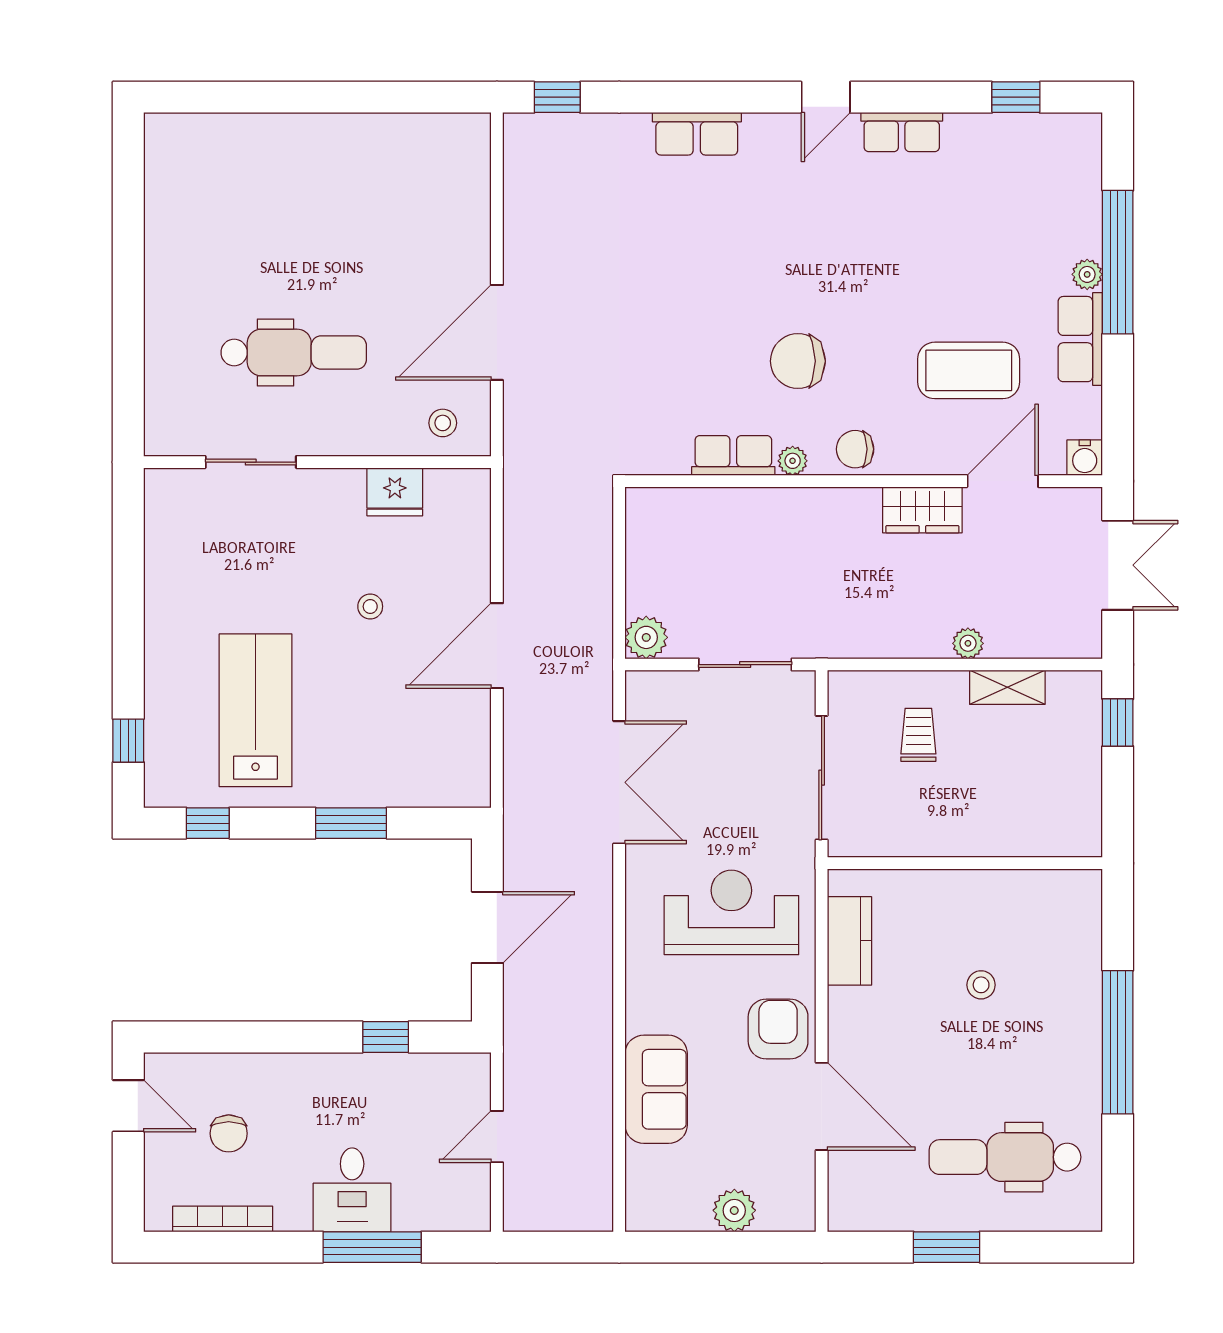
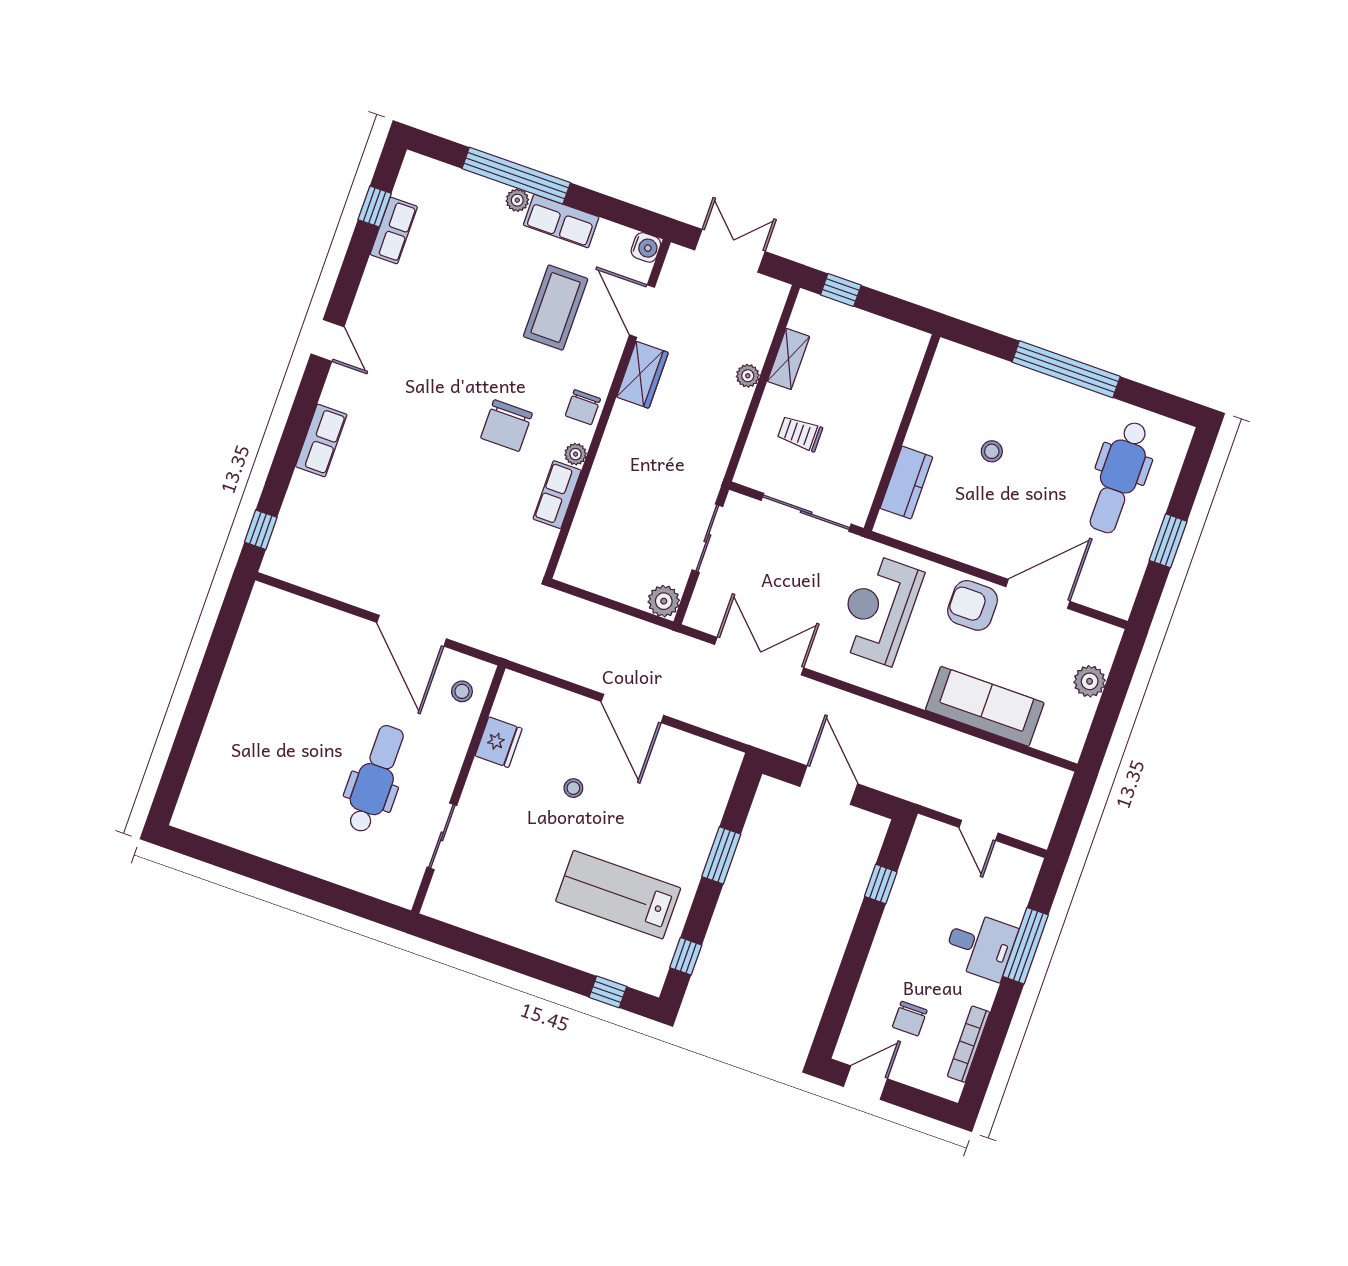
row of seats: (902, 132) -> (394, 230), moved
kitchen counter: (849, 941) -> (906, 483), moved, turned 90
sofa: (656, 1089) -> (985, 706), width x1.36
chair: (229, 1133) -> (910, 1019), turned 90

